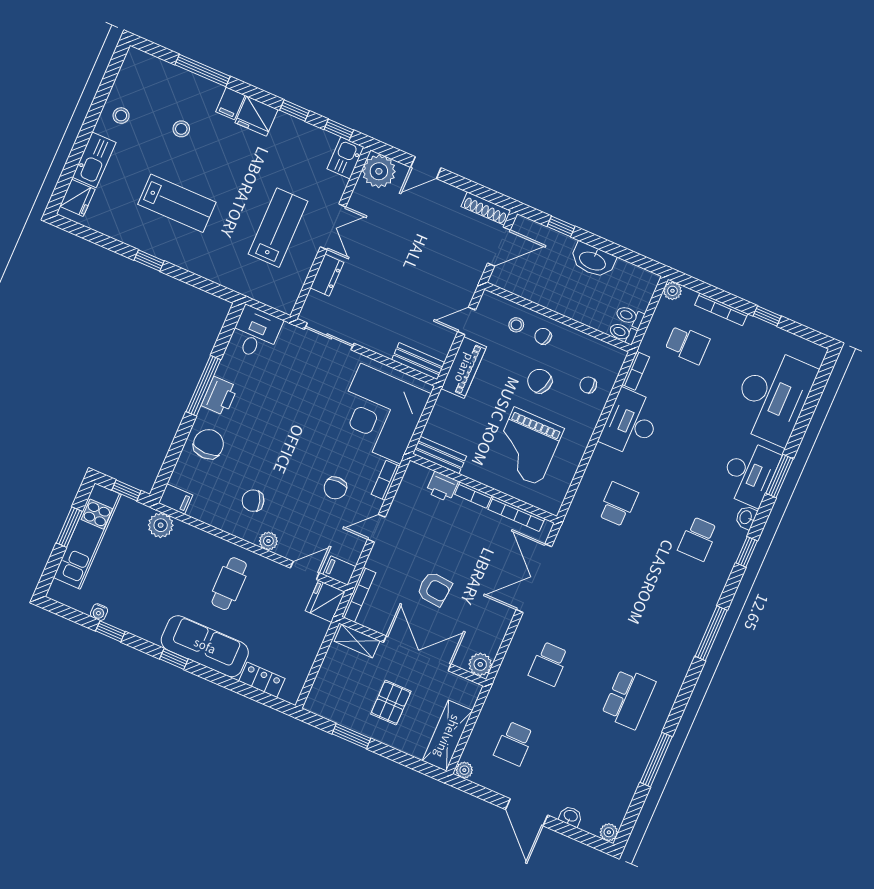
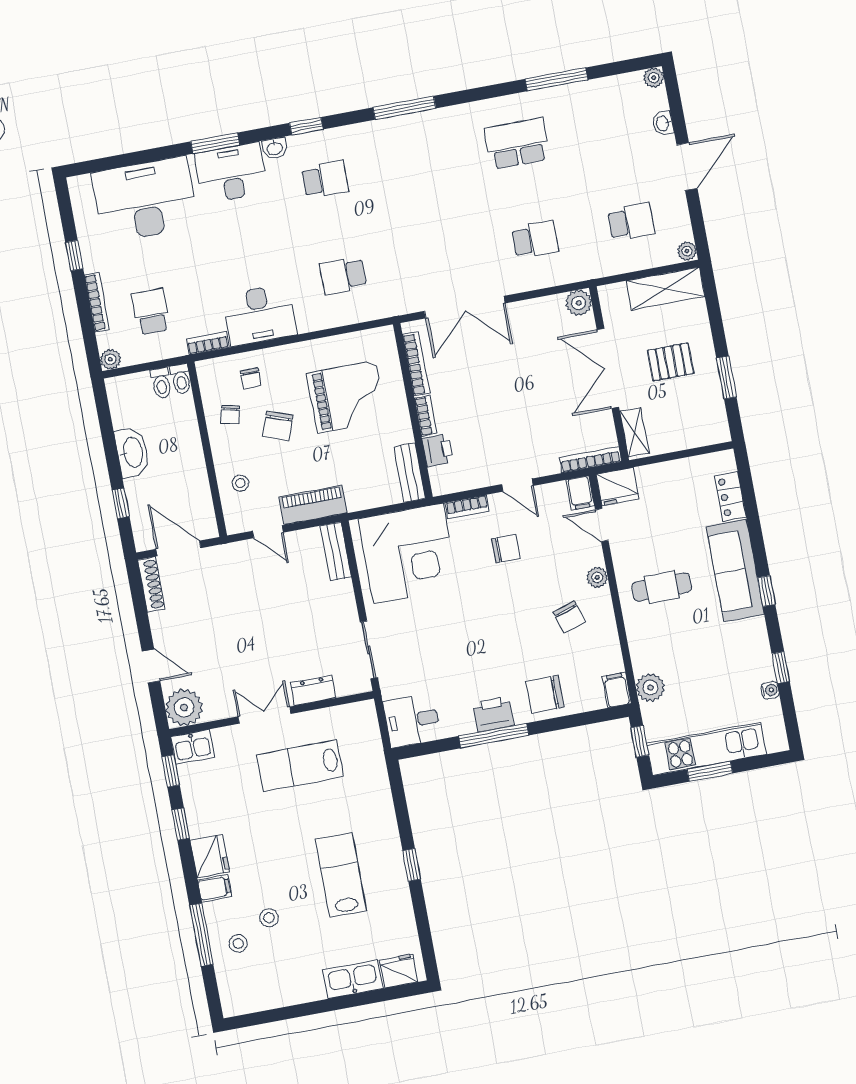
stool: (121, 116) -> (238, 943), moved
chair: (543, 336) -> (230, 415), moved
armchair: (434, 589) -> (537, 393), removed

